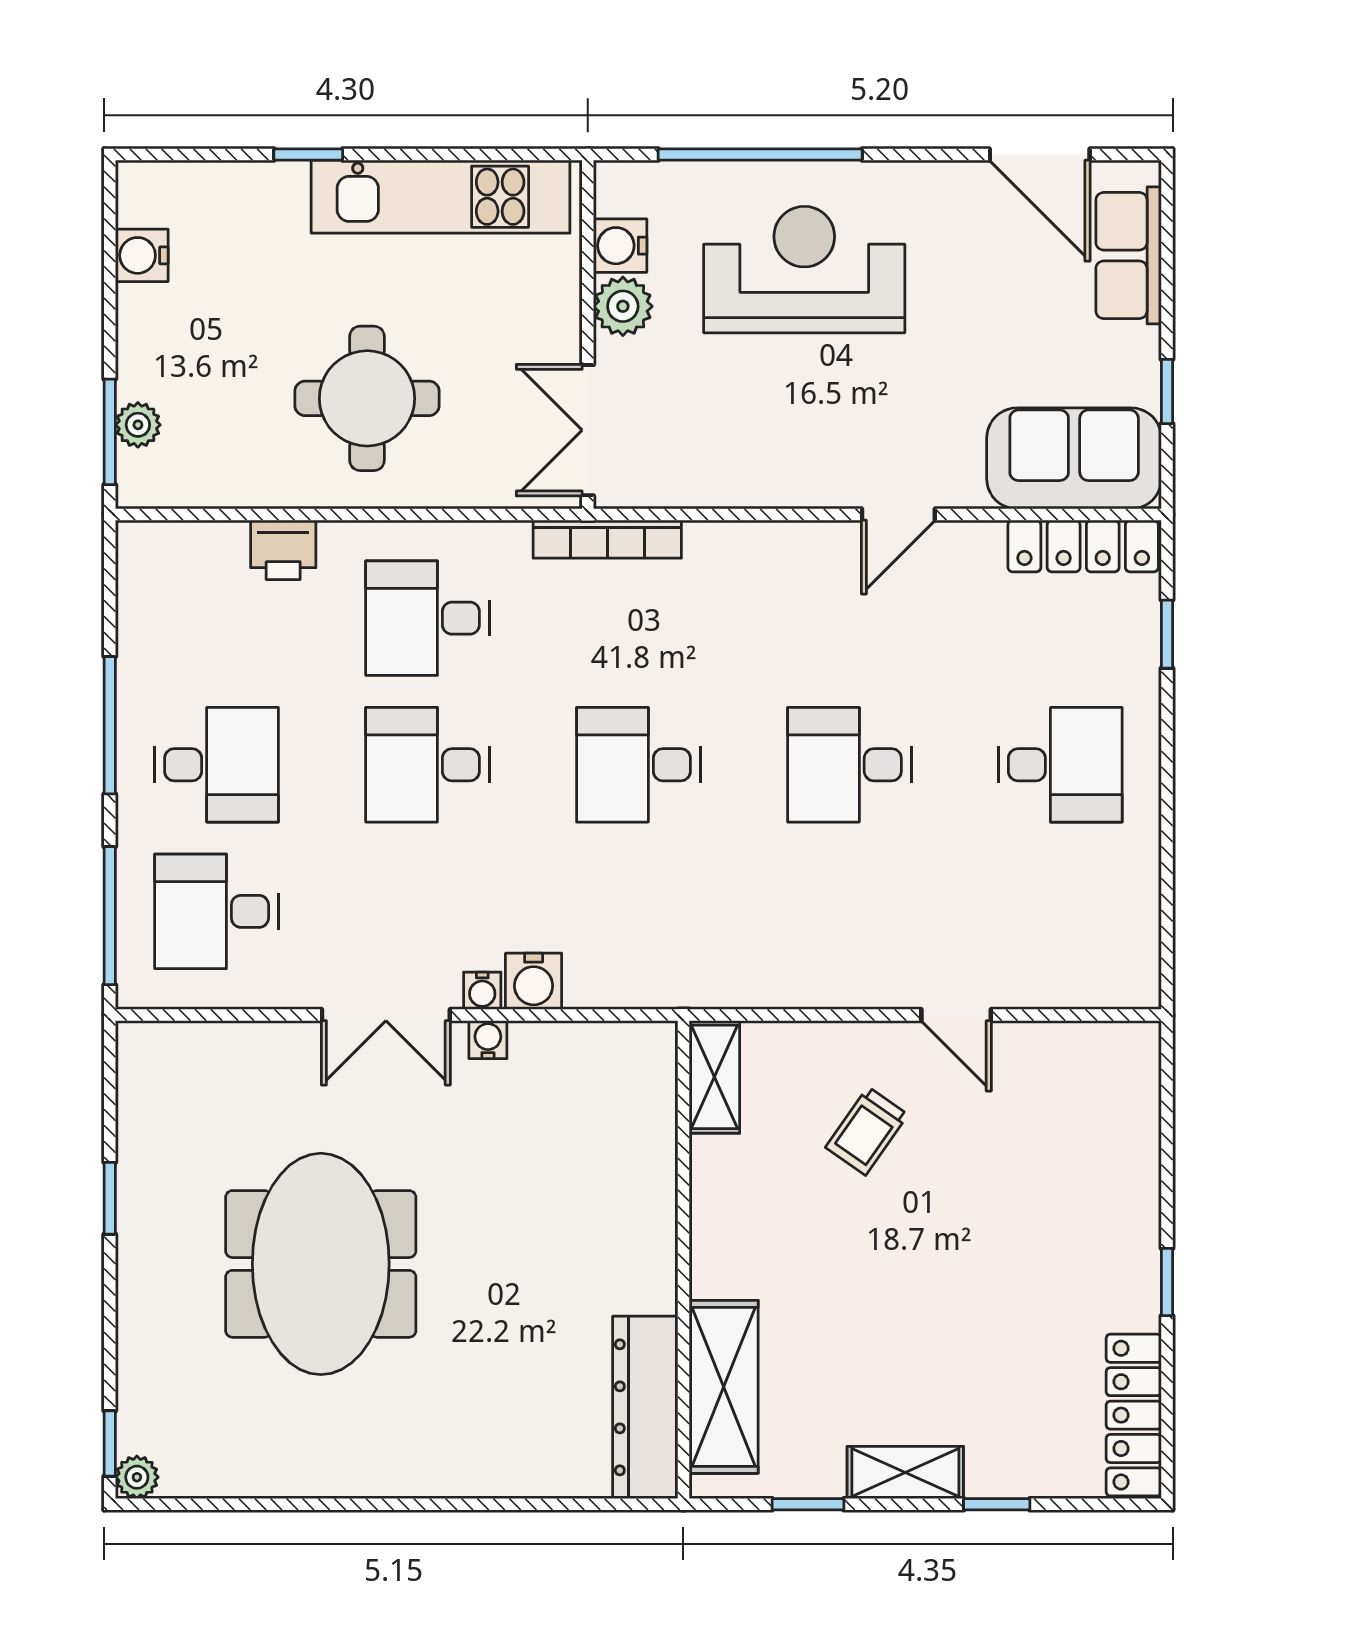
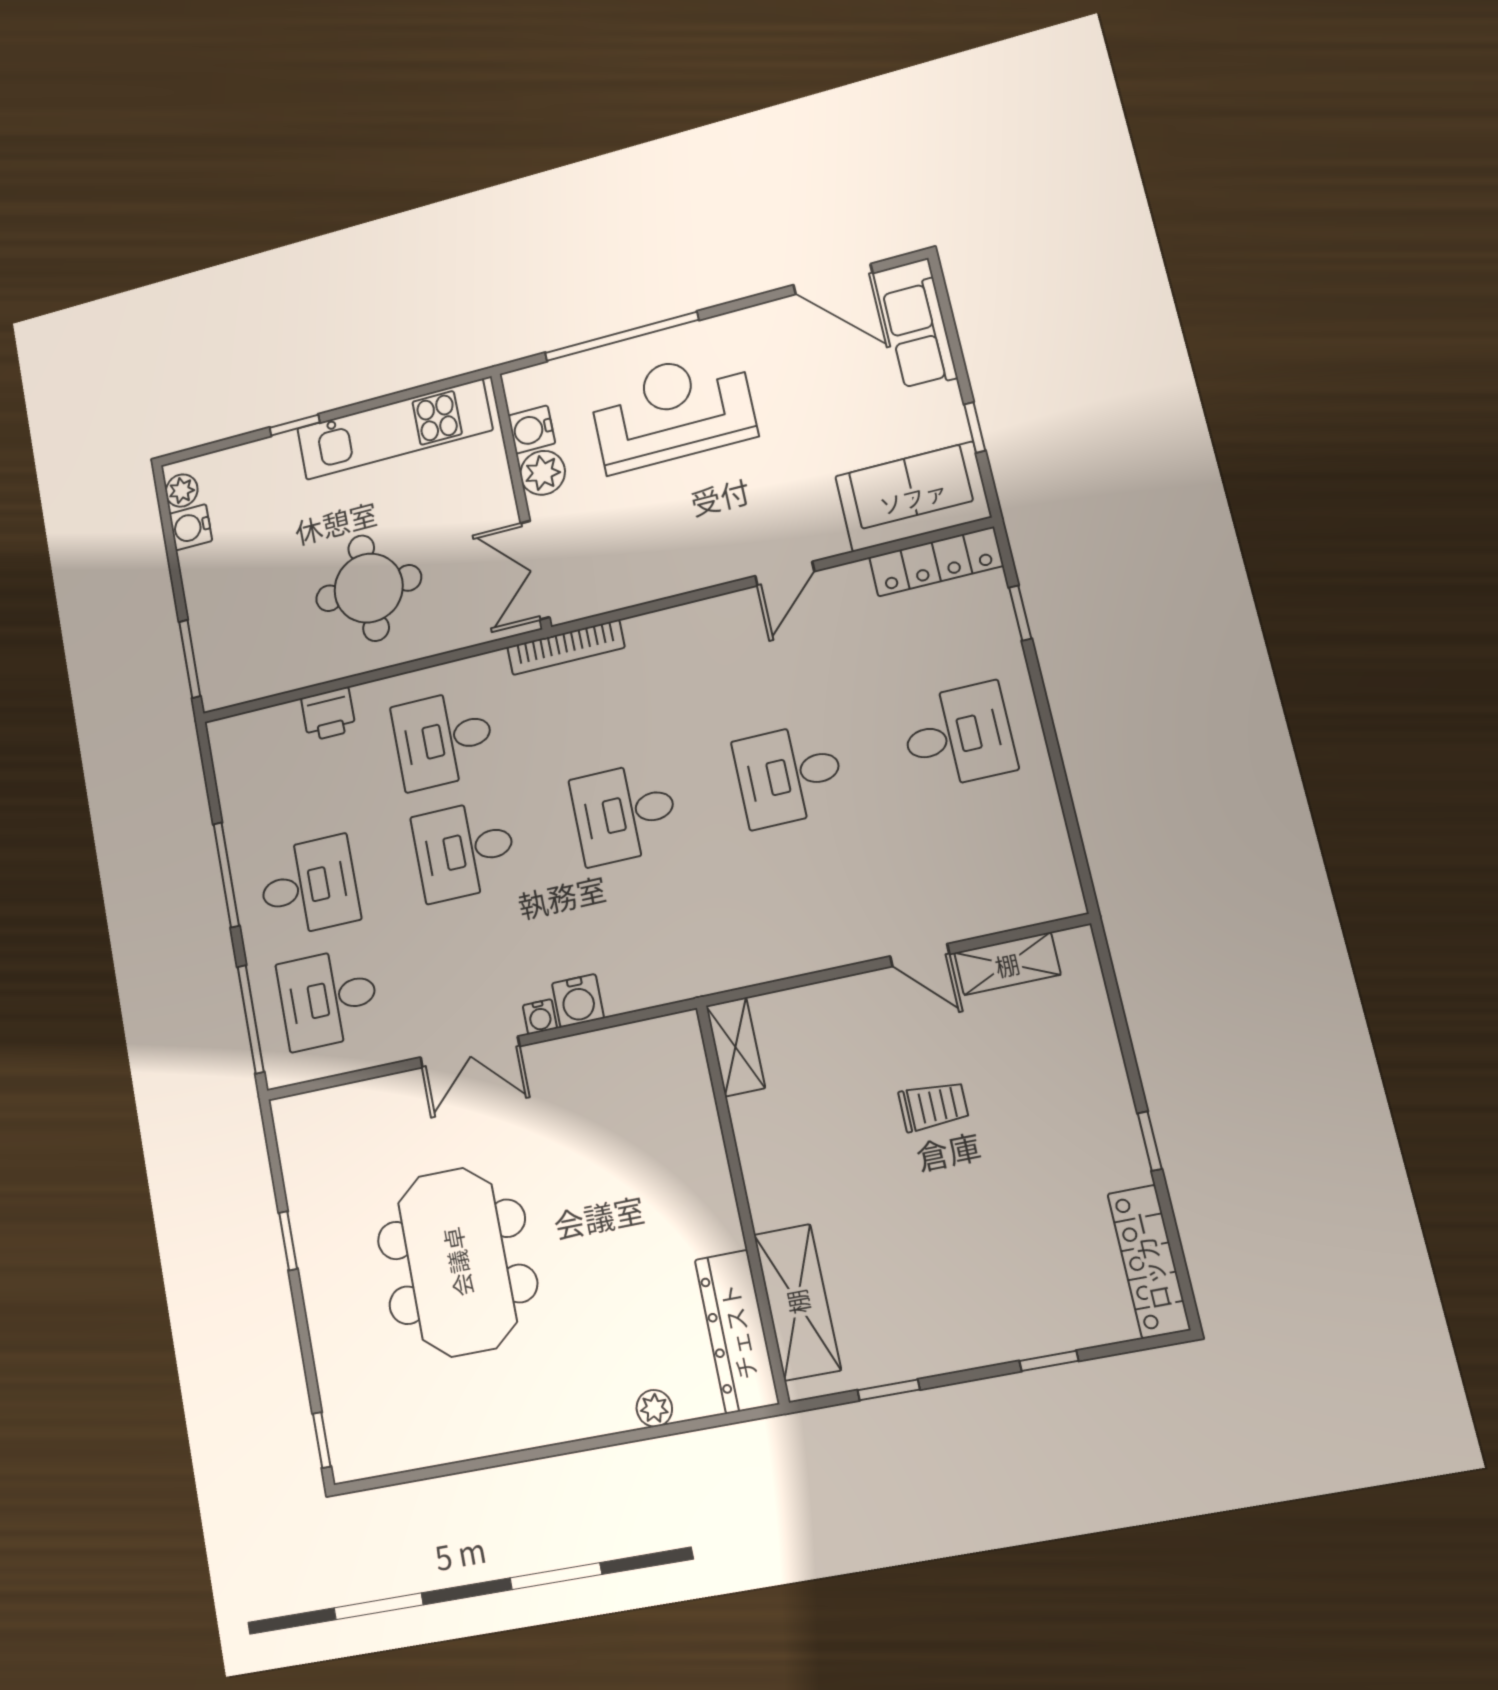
plant: (138, 425) -> (182, 491), moved
water cooler: (488, 1040) -> (552, 1055), removed
trolley: (867, 1131) -> (934, 1106), moved, turned -125
shelving: (905, 1472) -> (1007, 964), moved
plant: (137, 1477) -> (654, 1408), moved

